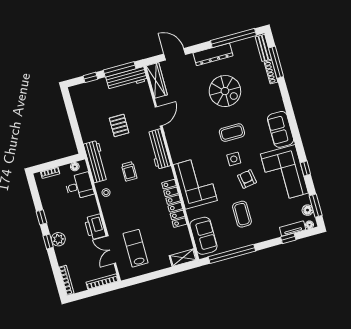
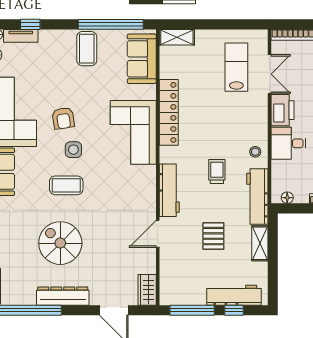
workbench: (127, 79) -> (234, 295), moved
wardrobe: (157, 80) -> (147, 290), width x0.67
shelving: (85, 129) -> (260, 243), added
desk: (79, 186) -> (288, 143), moved
coffee table: (242, 214) -> (87, 49), moved
lab bench: (136, 248) -> (236, 67), turned 180

